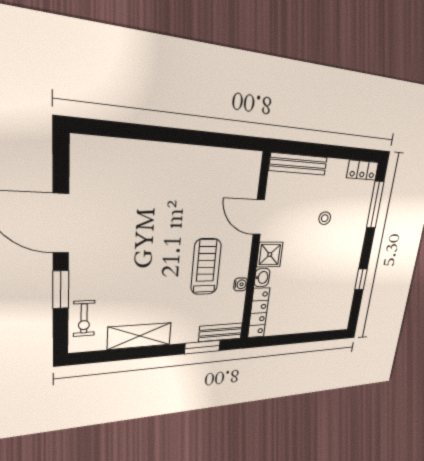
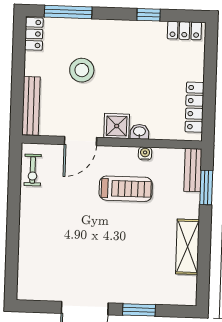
stool: (325, 218) -> (82, 70), width x1.89, depth x1.89
treadmill: (206, 267) -> (126, 189), turned 180
locker: (344, 312) -> (184, 31), added
locker: (259, 313) -> (195, 107), moved, turned -90
exercise bike: (84, 318) -> (33, 170), moved, turned 90

